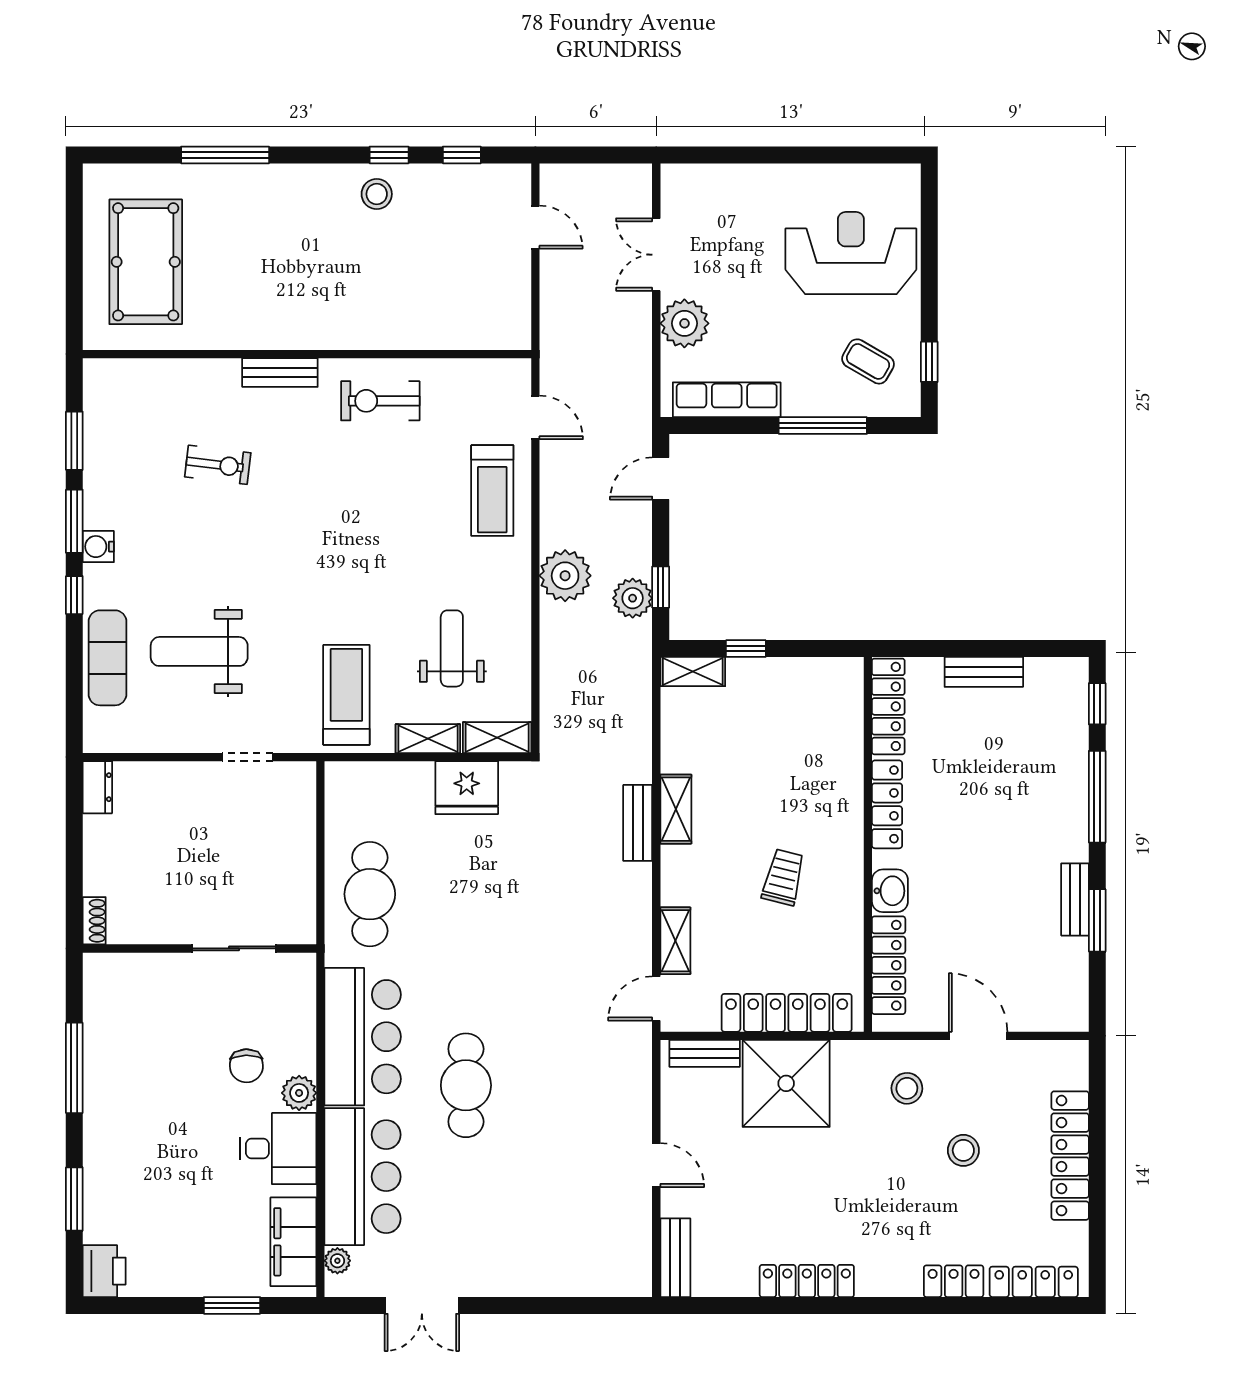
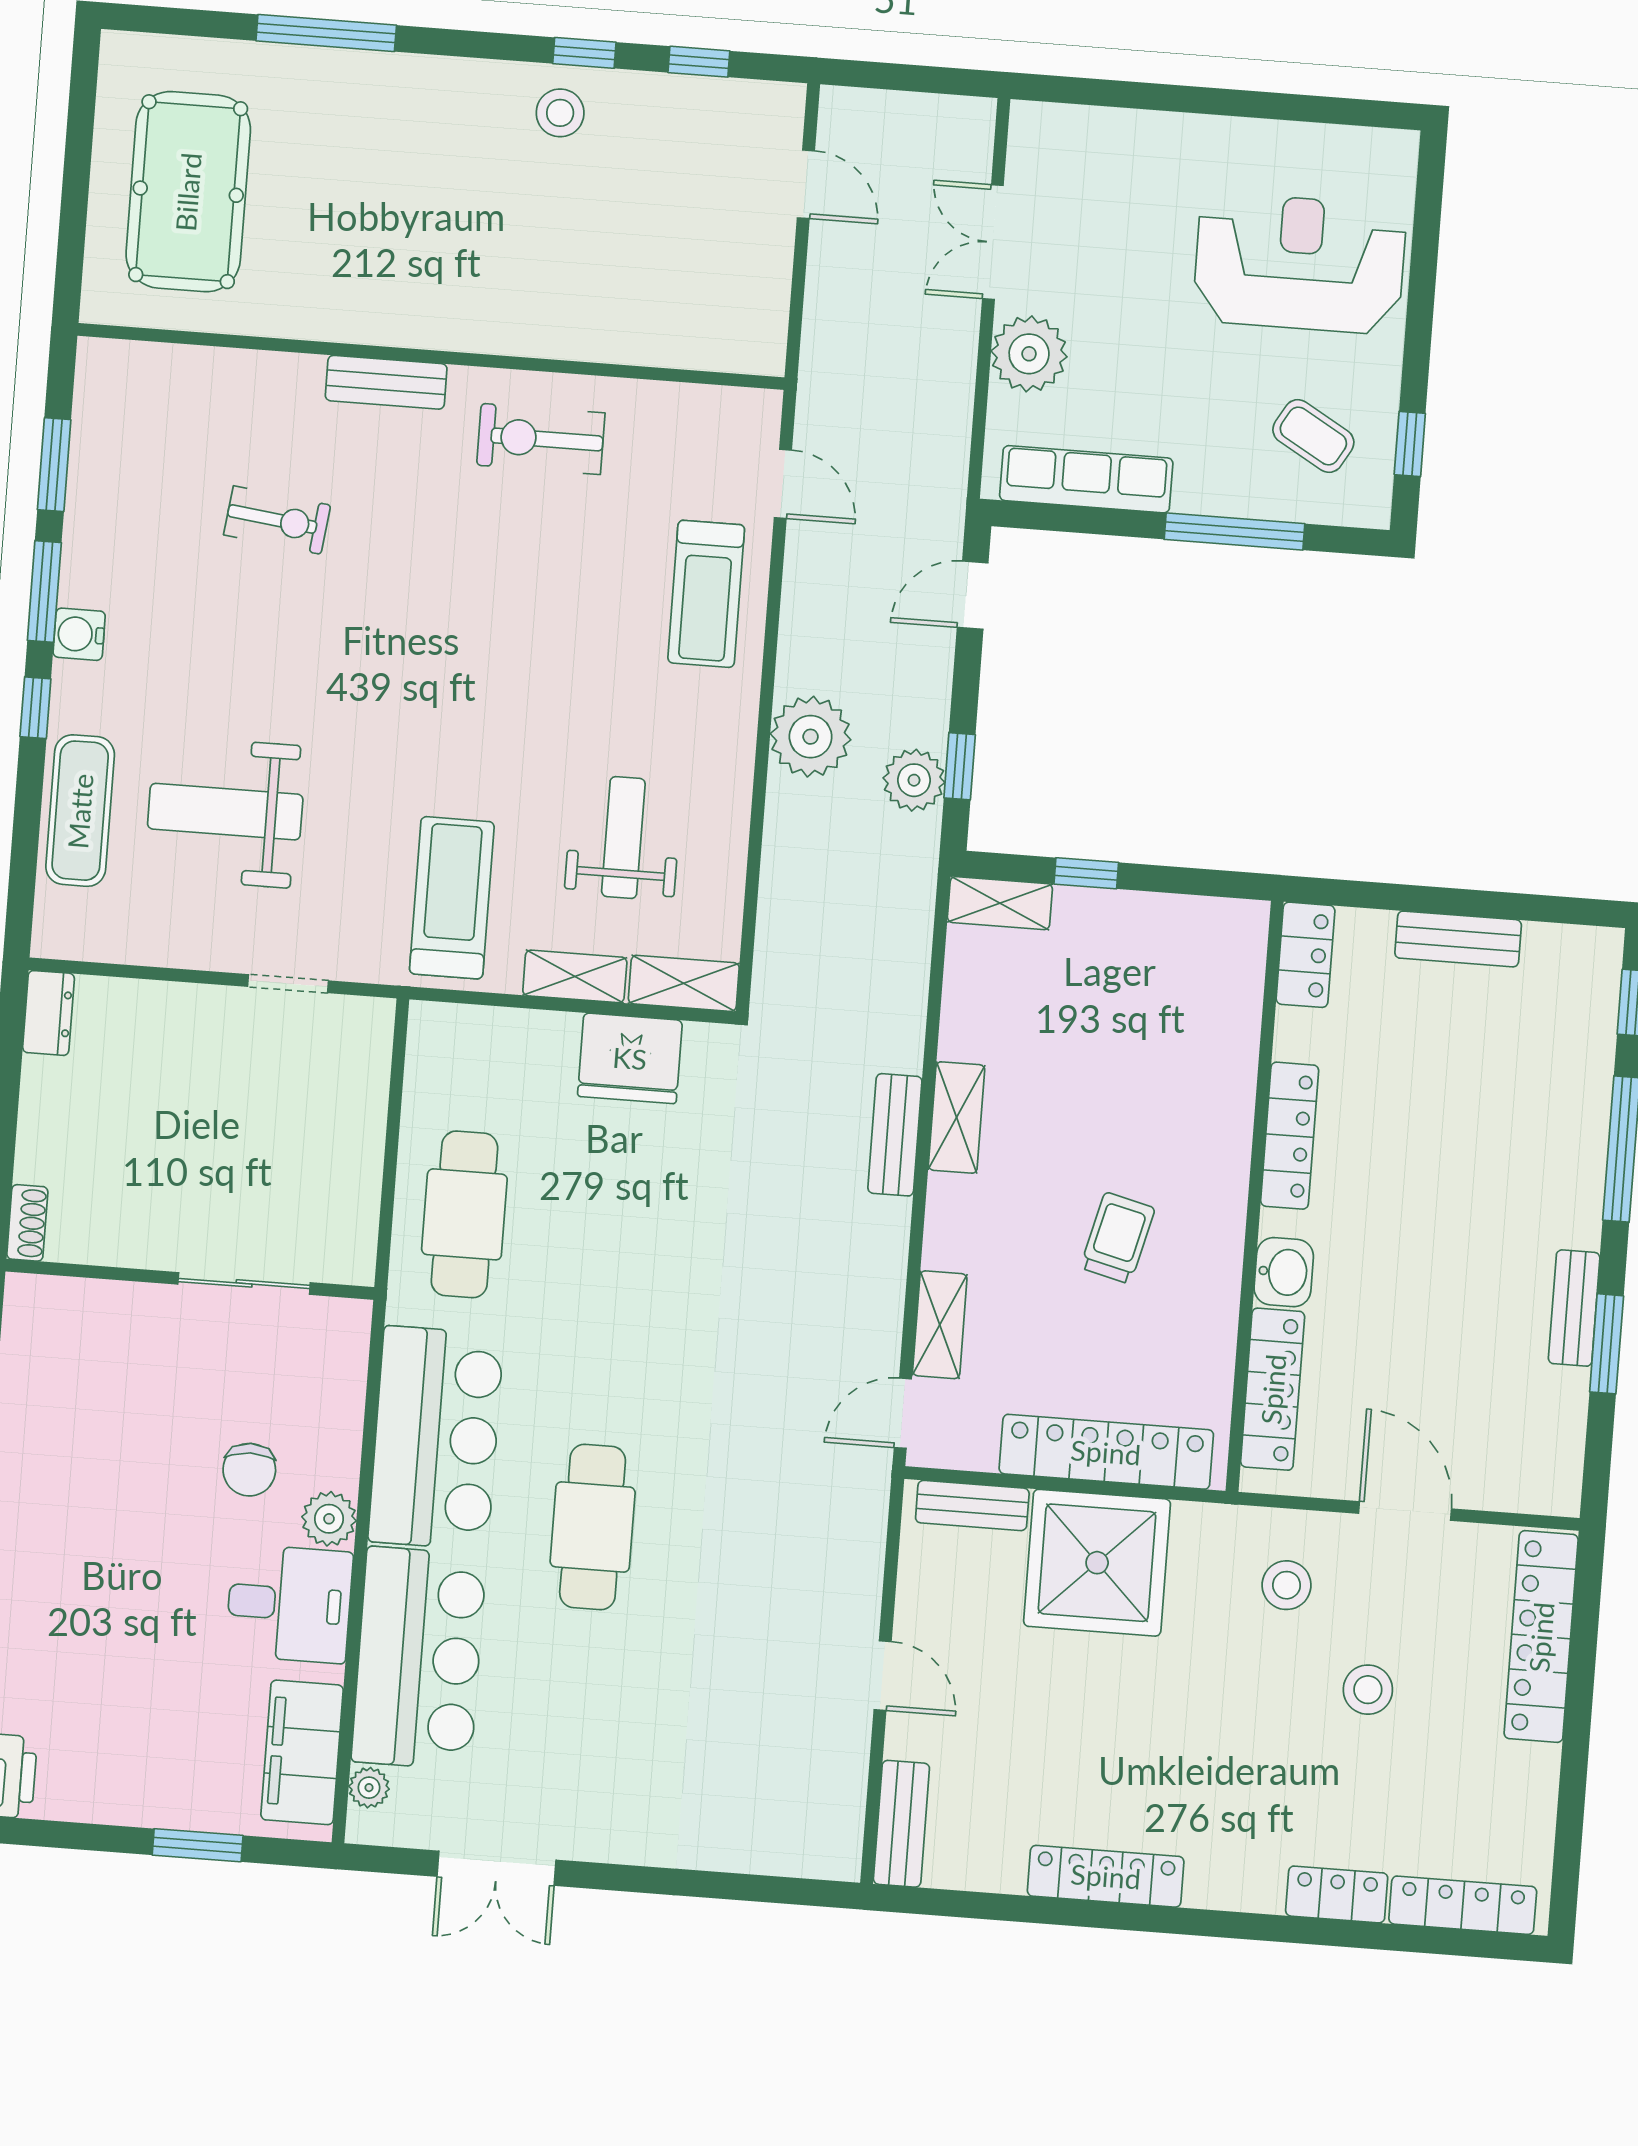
locker: (888, 706) -> (1306, 955), width x0.66
locker: (1070, 1156) -> (1541, 1637), moved

